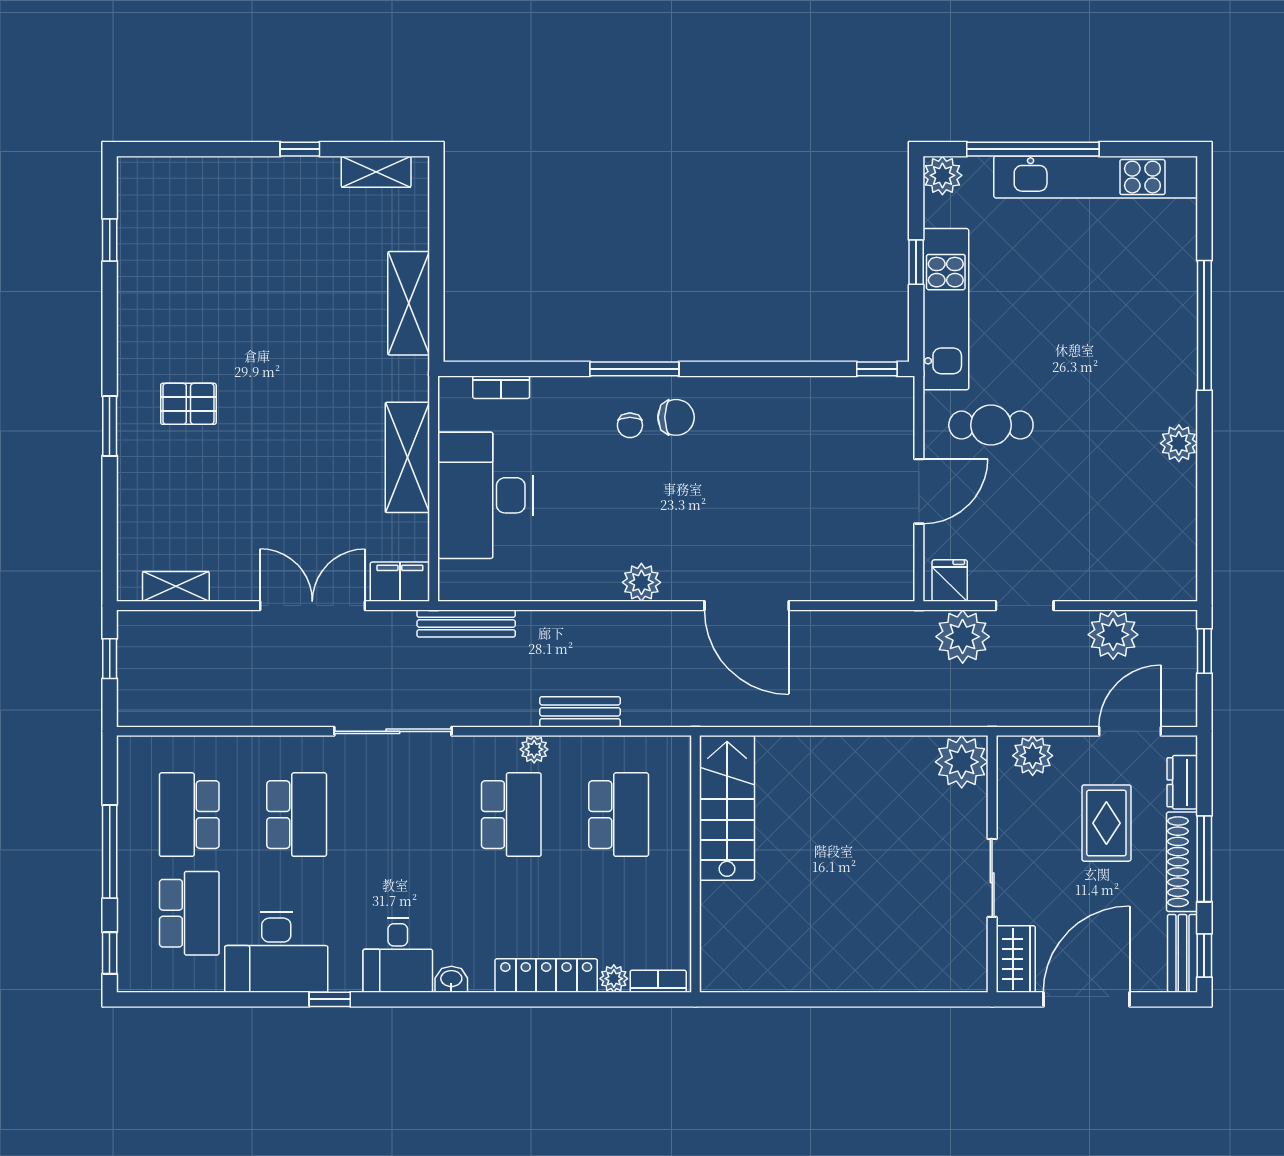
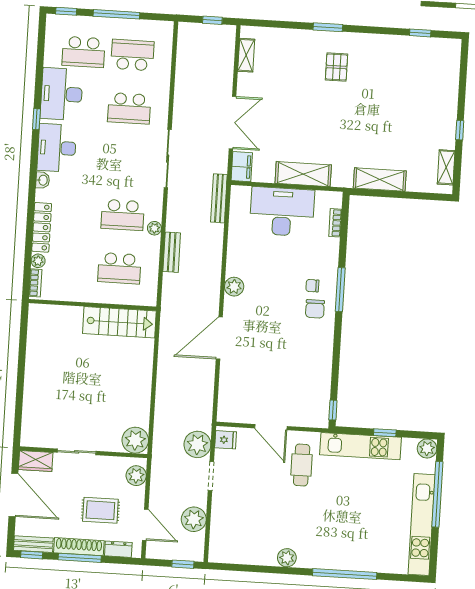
desk: (398, 955) -> (57, 148), width x1.37

